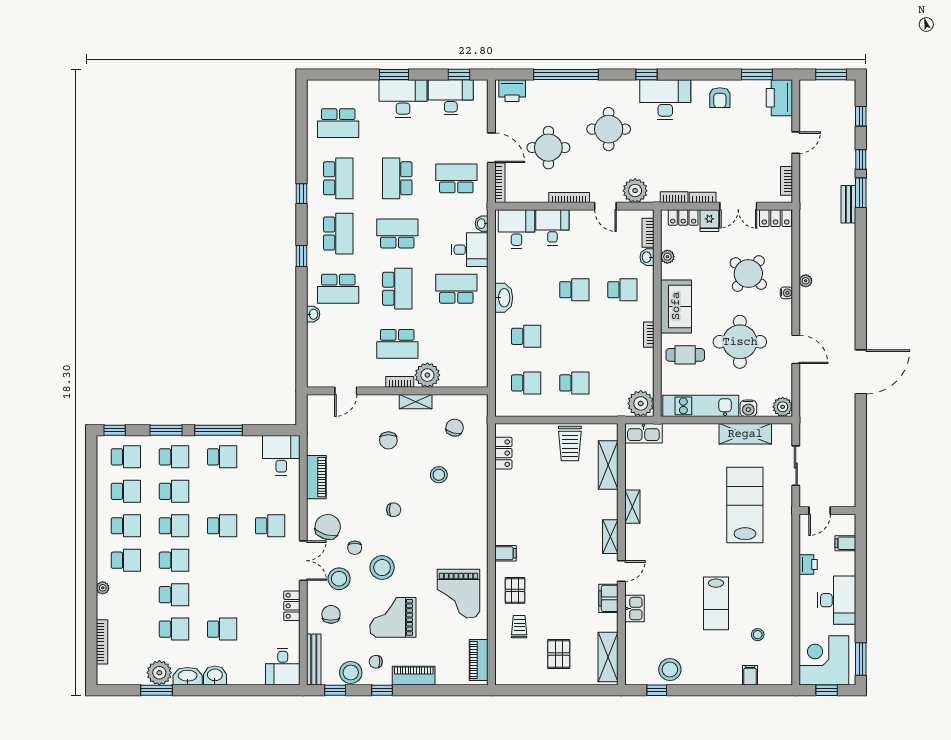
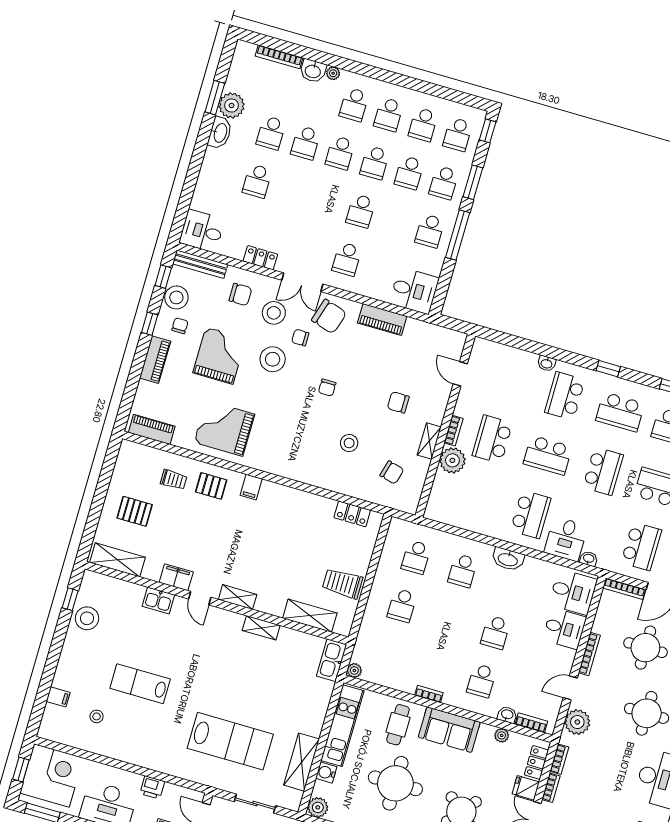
plant: (641, 403) -> (354, 670), width x0.53, depth x0.53
washbasin: (215, 675) -> (313, 71), moved, turned 90

